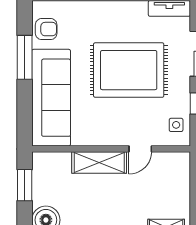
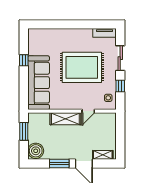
armchair: (46, 29) -> (36, 44), removed
window: (25, 57) -> (24, 60), width x0.46

